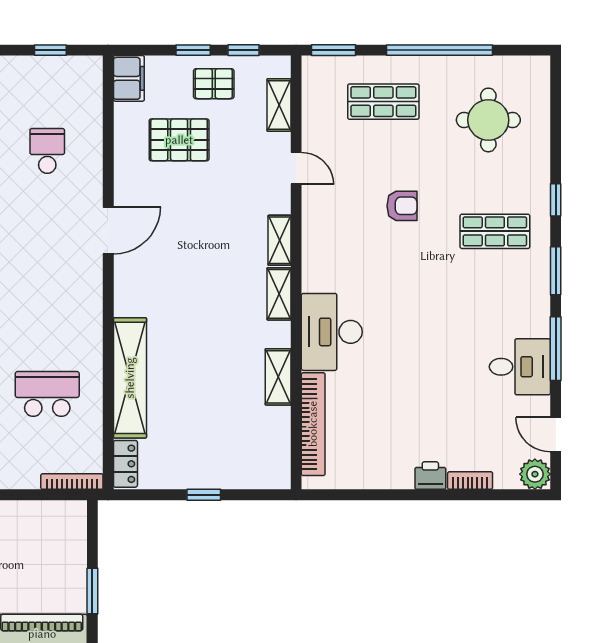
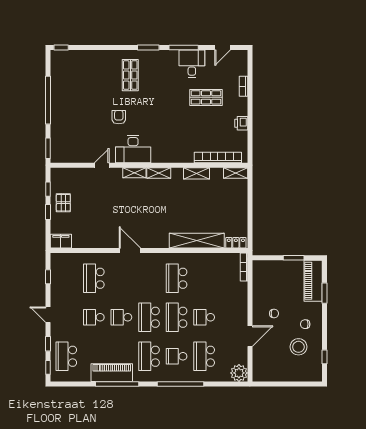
shop shelf: (383, 102) -> (206, 97), moved, turned 90
shelving: (279, 105) -> (236, 173), moved
round table: (488, 120) -> (80, 78), removed
pallet: (179, 140) -> (89, 218), removed
school desk: (47, 151) -> (94, 278), width x1.85
window: (556, 200) -> (61, 47), moved
desk: (332, 332) -> (133, 149), moved
school desk: (47, 394) -> (177, 278), moved
plant: (535, 474) -> (241, 57), removed
printer: (430, 476) -> (241, 123), moved
window: (204, 495) -> (250, 207), removed

